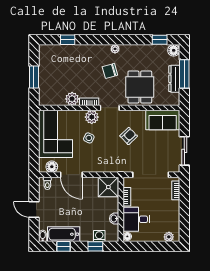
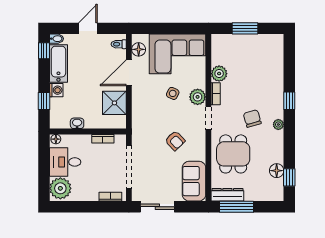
window: (68, 40) -> (289, 101), moved
floor lamp: (174, 50) -> (277, 171), moved
window: (184, 74) -> (237, 207), moved
dresser: (174, 79) -> (227, 195), moved
dining table: (140, 87) -> (233, 154), turned 90
shower: (108, 187) -> (114, 103), moved
desk: (136, 219) -> (65, 162), moved, turned -90
washing machine: (99, 236) -> (56, 90), moved
plant: (169, 237) -> (60, 188), width x1.88, depth x1.88
window: (63, 246) -> (44, 51), moved

